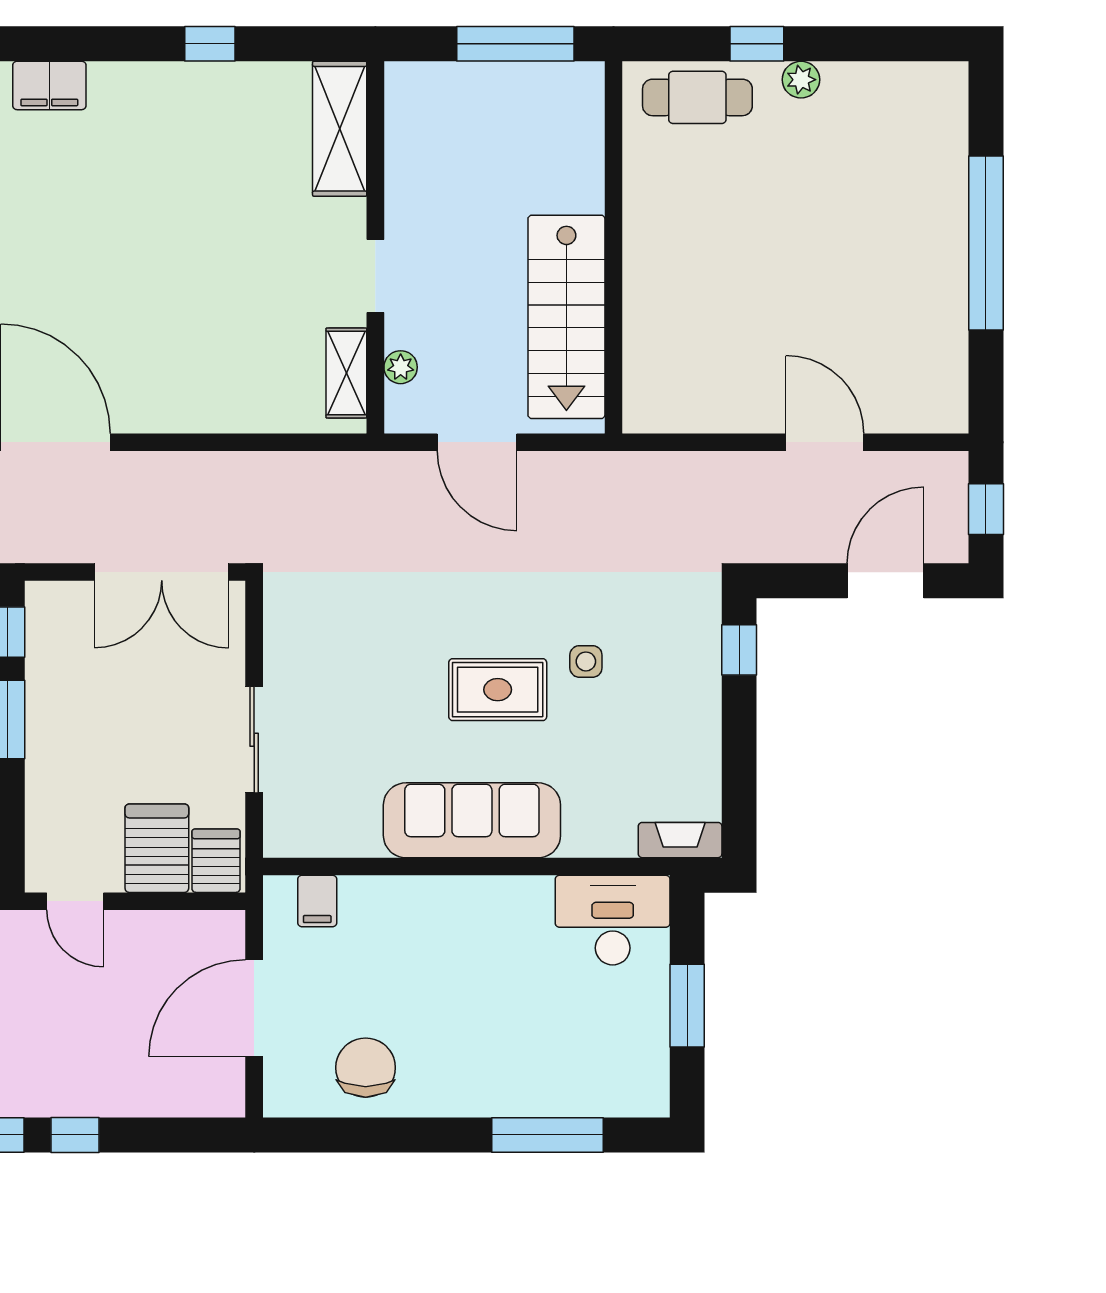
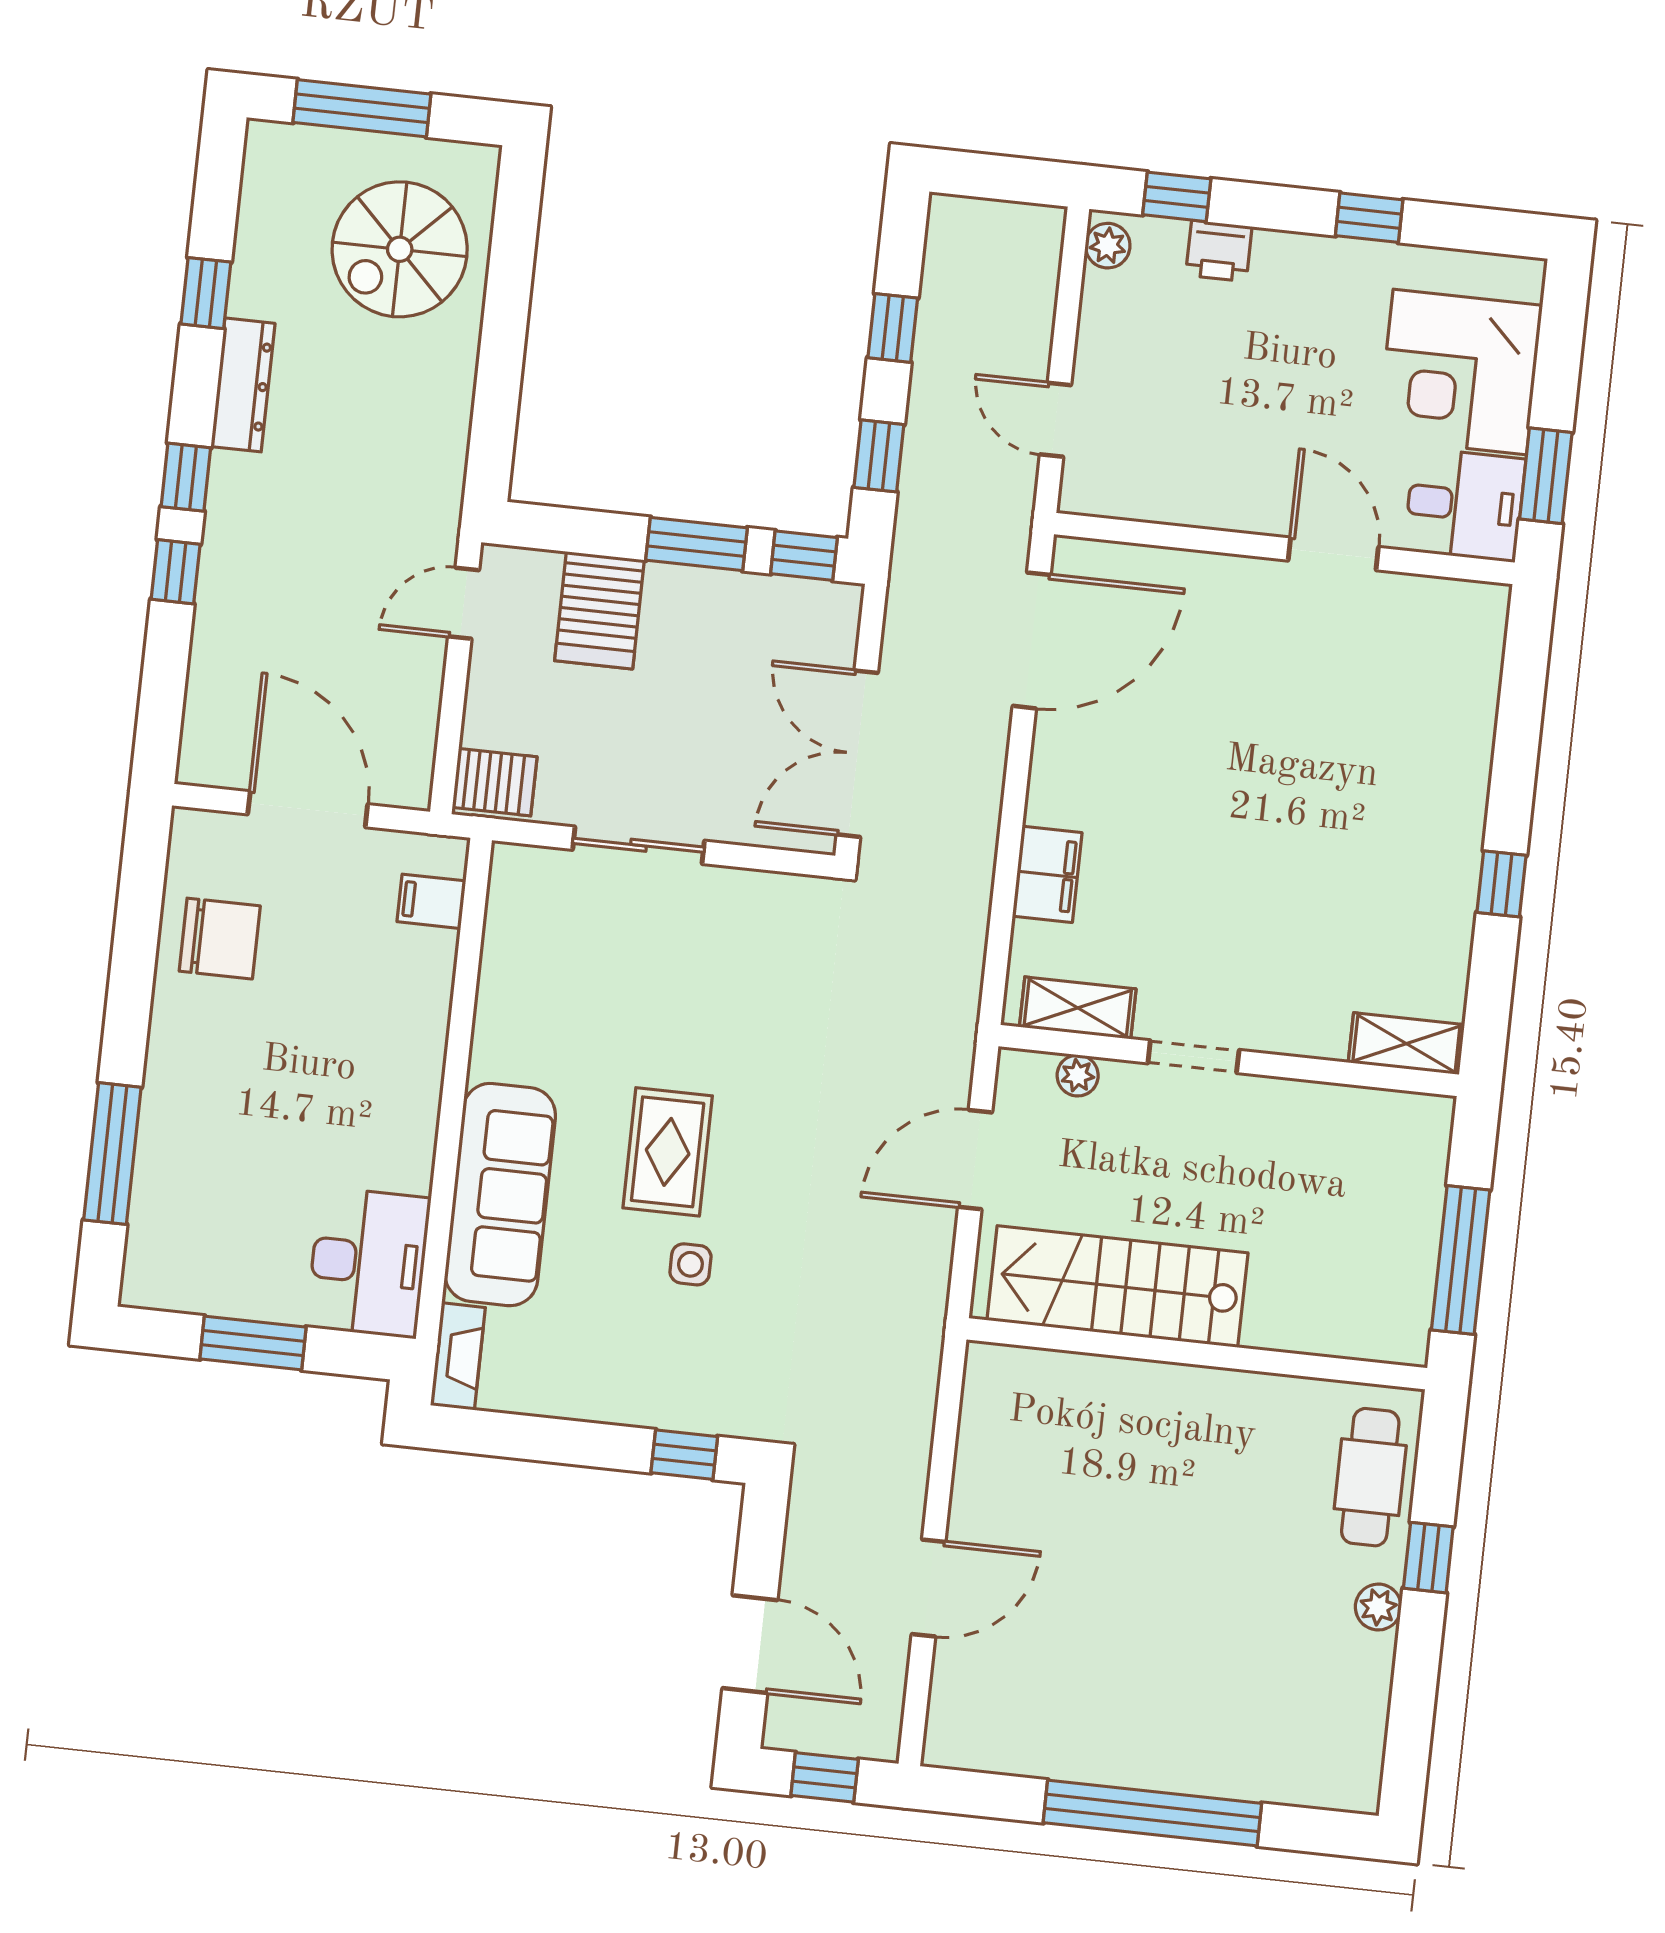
filing cabinet: (49, 85) -> (1047, 874), moved, turned 180
shelving: (340, 129) -> (1406, 1044), width x0.67, depth x0.75
sofa: (472, 820) -> (500, 1195), moved
server rack: (157, 848) -> (600, 610), moved, turned 90

